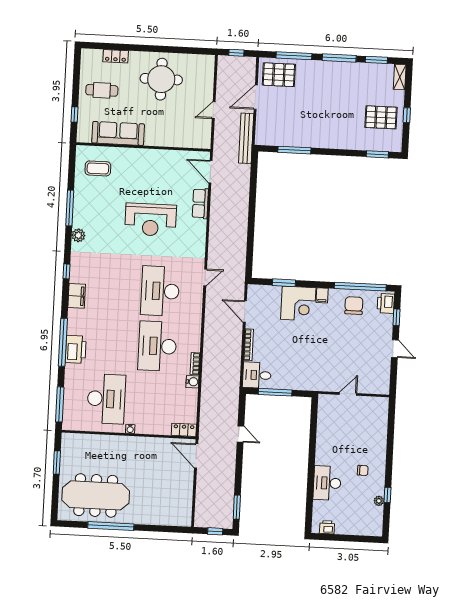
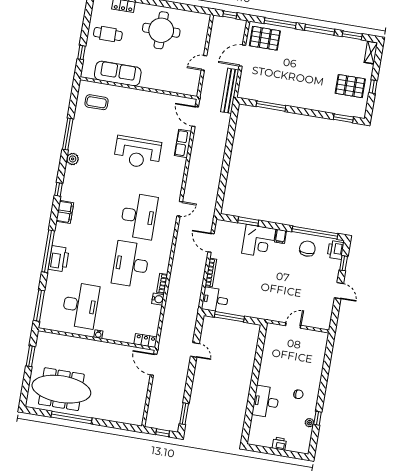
desk: (160, 291) -> (139, 216), turned 180
printer: (327, 527) -> (279, 444), moved

